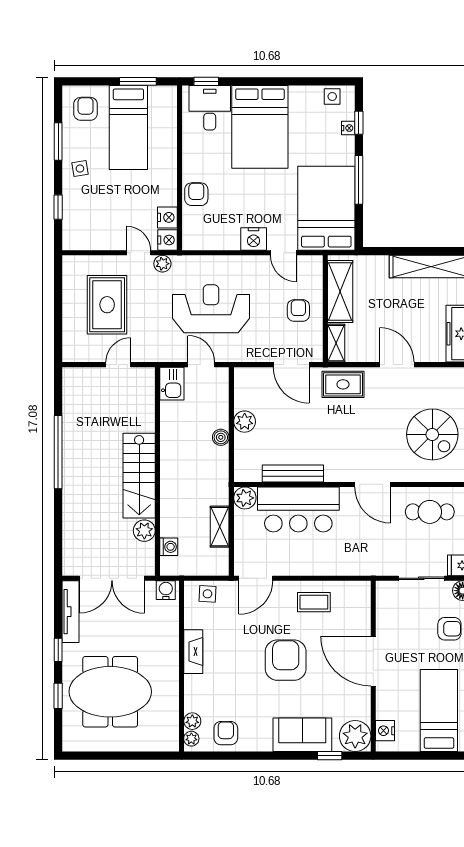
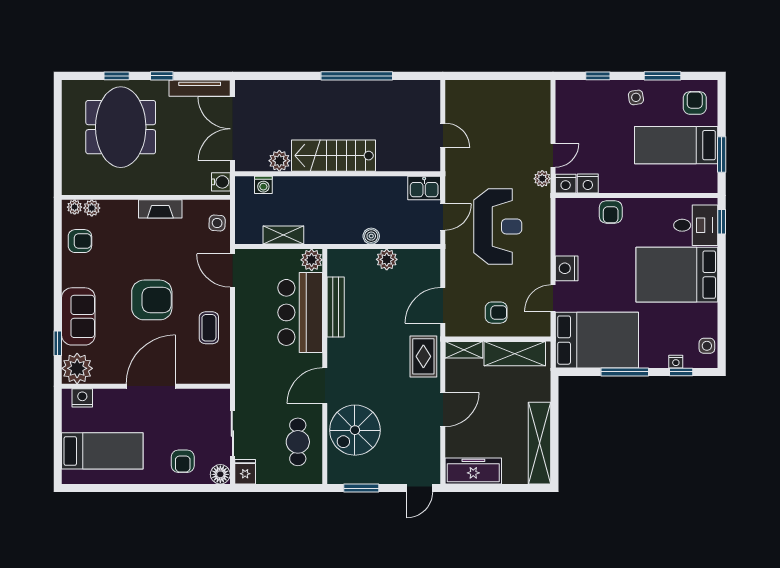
armchair: (86, 109) -> (695, 103), turned -90
armchair: (196, 194) -> (611, 212), turned 90
rug: (107, 305) -> (502, 124), removed
spiral stairs: (432, 434) -> (355, 430), moved

